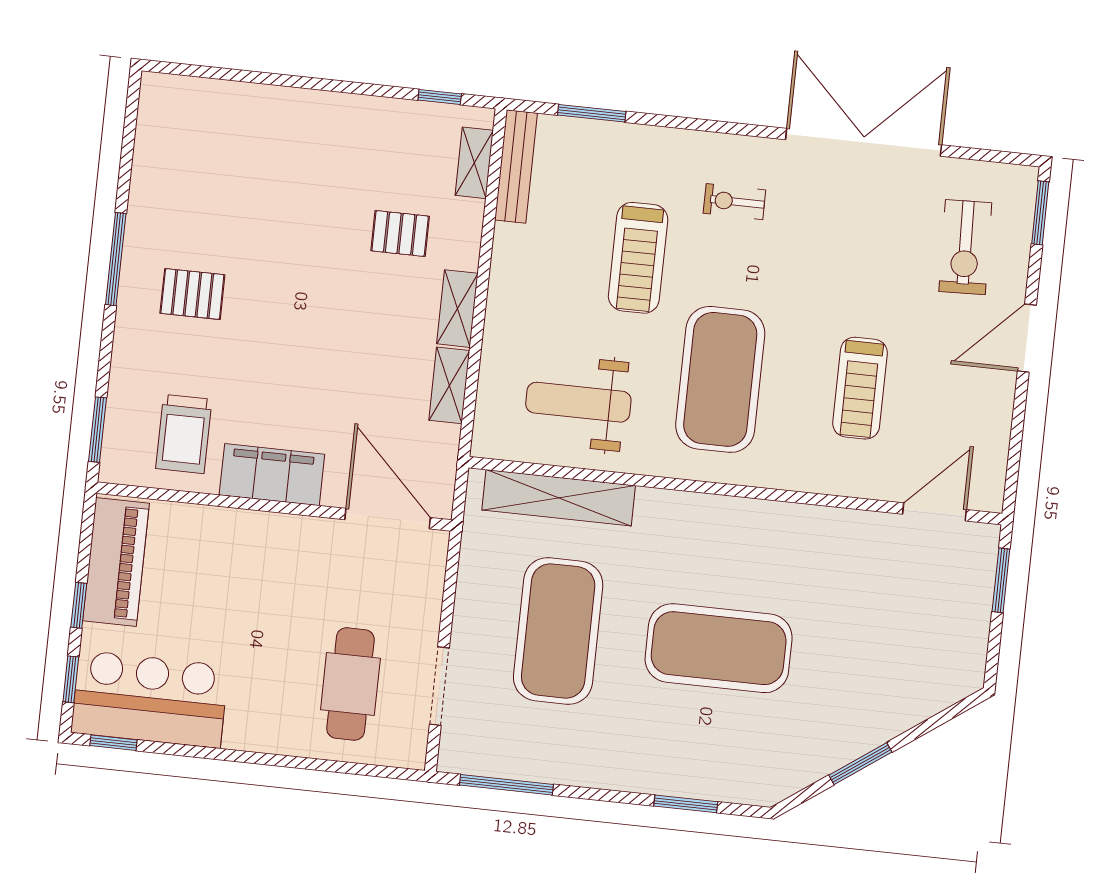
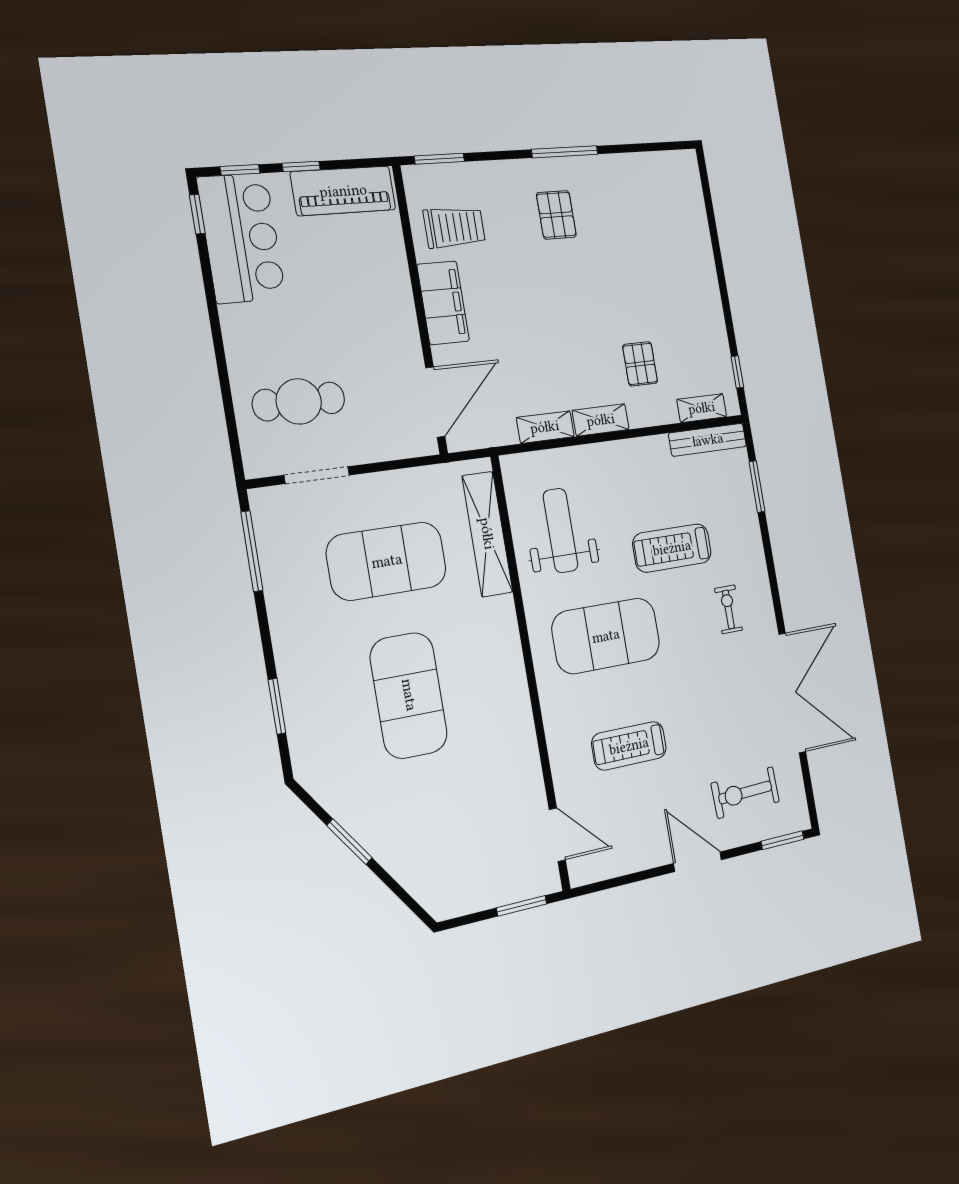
trolley: (184, 434) -> (454, 227), turned 180

